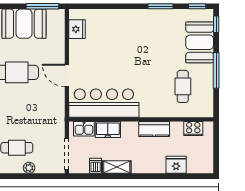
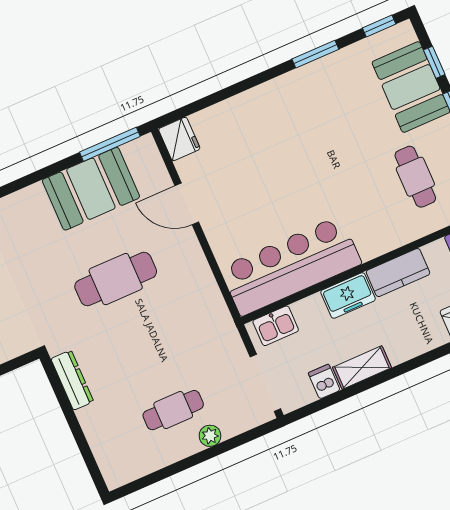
window: (216, 24) -> (434, 62), moved
fridge: (77, 29) -> (179, 139), moved
door: (67, 75) -> (187, 204), moved
freezer: (108, 129) -> (348, 295), moved

